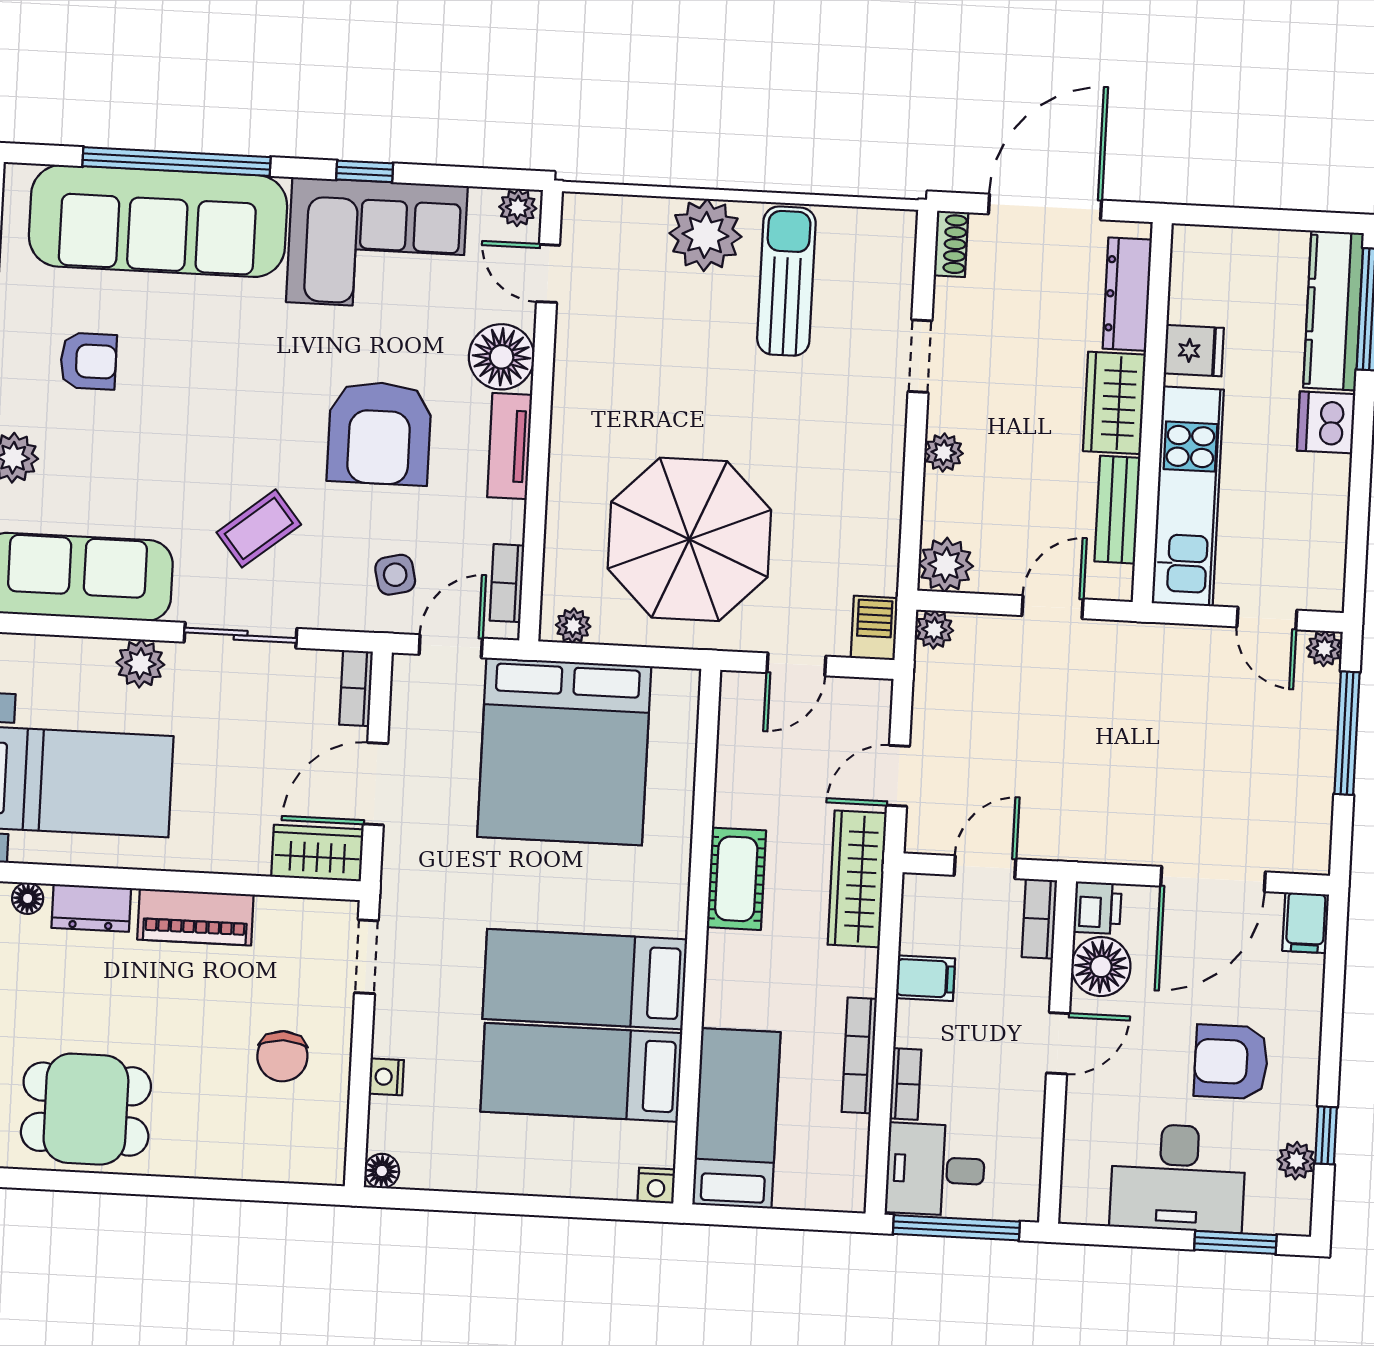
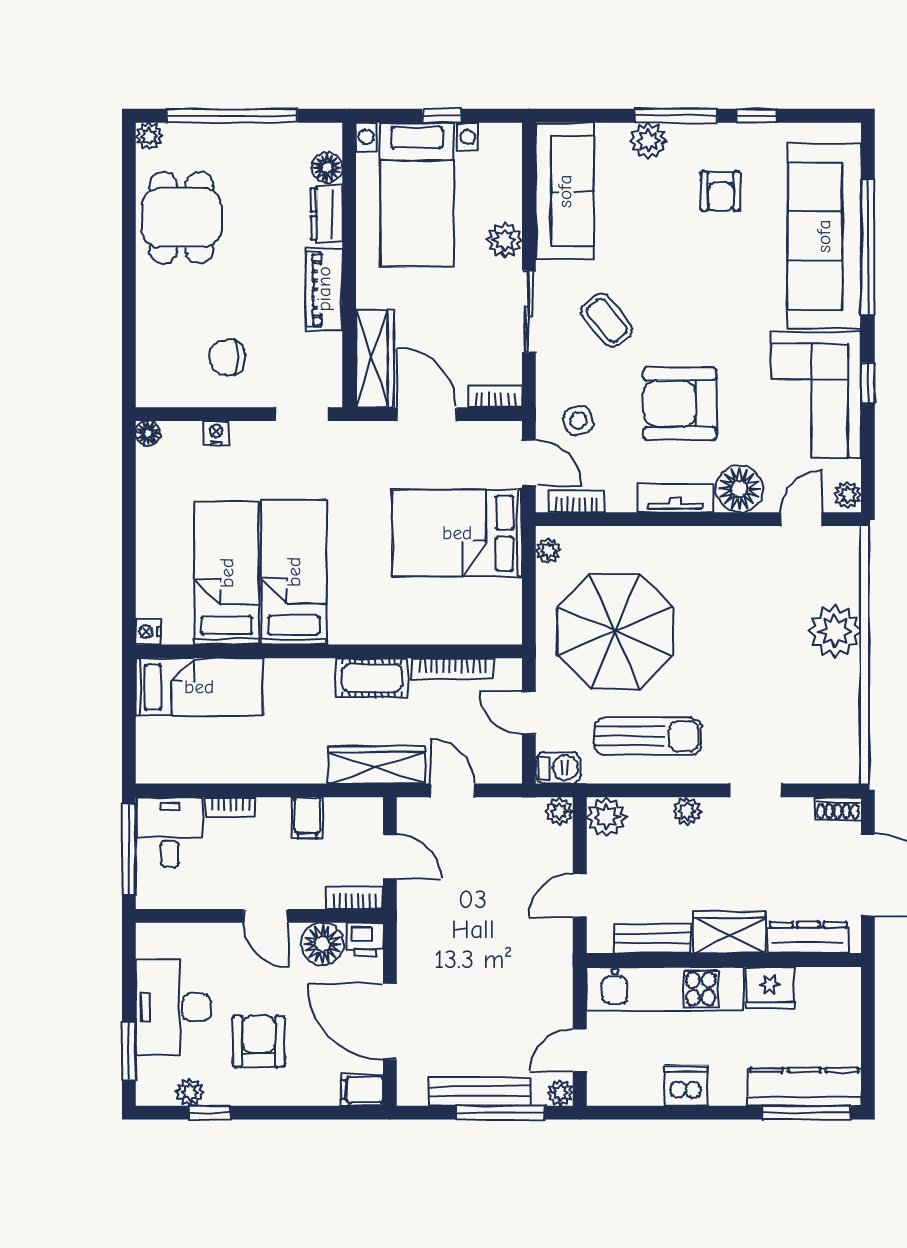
sun lounger: (786, 281) -> (648, 736), moved
fridge: (1194, 351) -> (770, 988), width x1.38
dishwasher: (1326, 422) -> (686, 1086), moved
door: (1052, 607) -> (580, 895), swing flipped
bed: (564, 751) -> (457, 533), width x0.73
bench: (1317, 760) -> (480, 1092), added
wardrobe: (317, 853) -> (375, 359), width x1.50
floor lamp: (28, 898) -> (327, 168), width x1.37, depth x1.37
bookcase: (859, 1055) -> (452, 669), moved, turned 180

